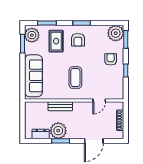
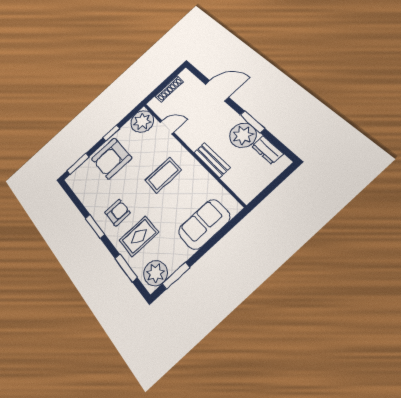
plant: (116, 33) -> (142, 121), moved
armchair: (111, 59) -> (111, 158), width x1.88, depth x1.88
sofa: (33, 76) -> (204, 224), width x0.73

